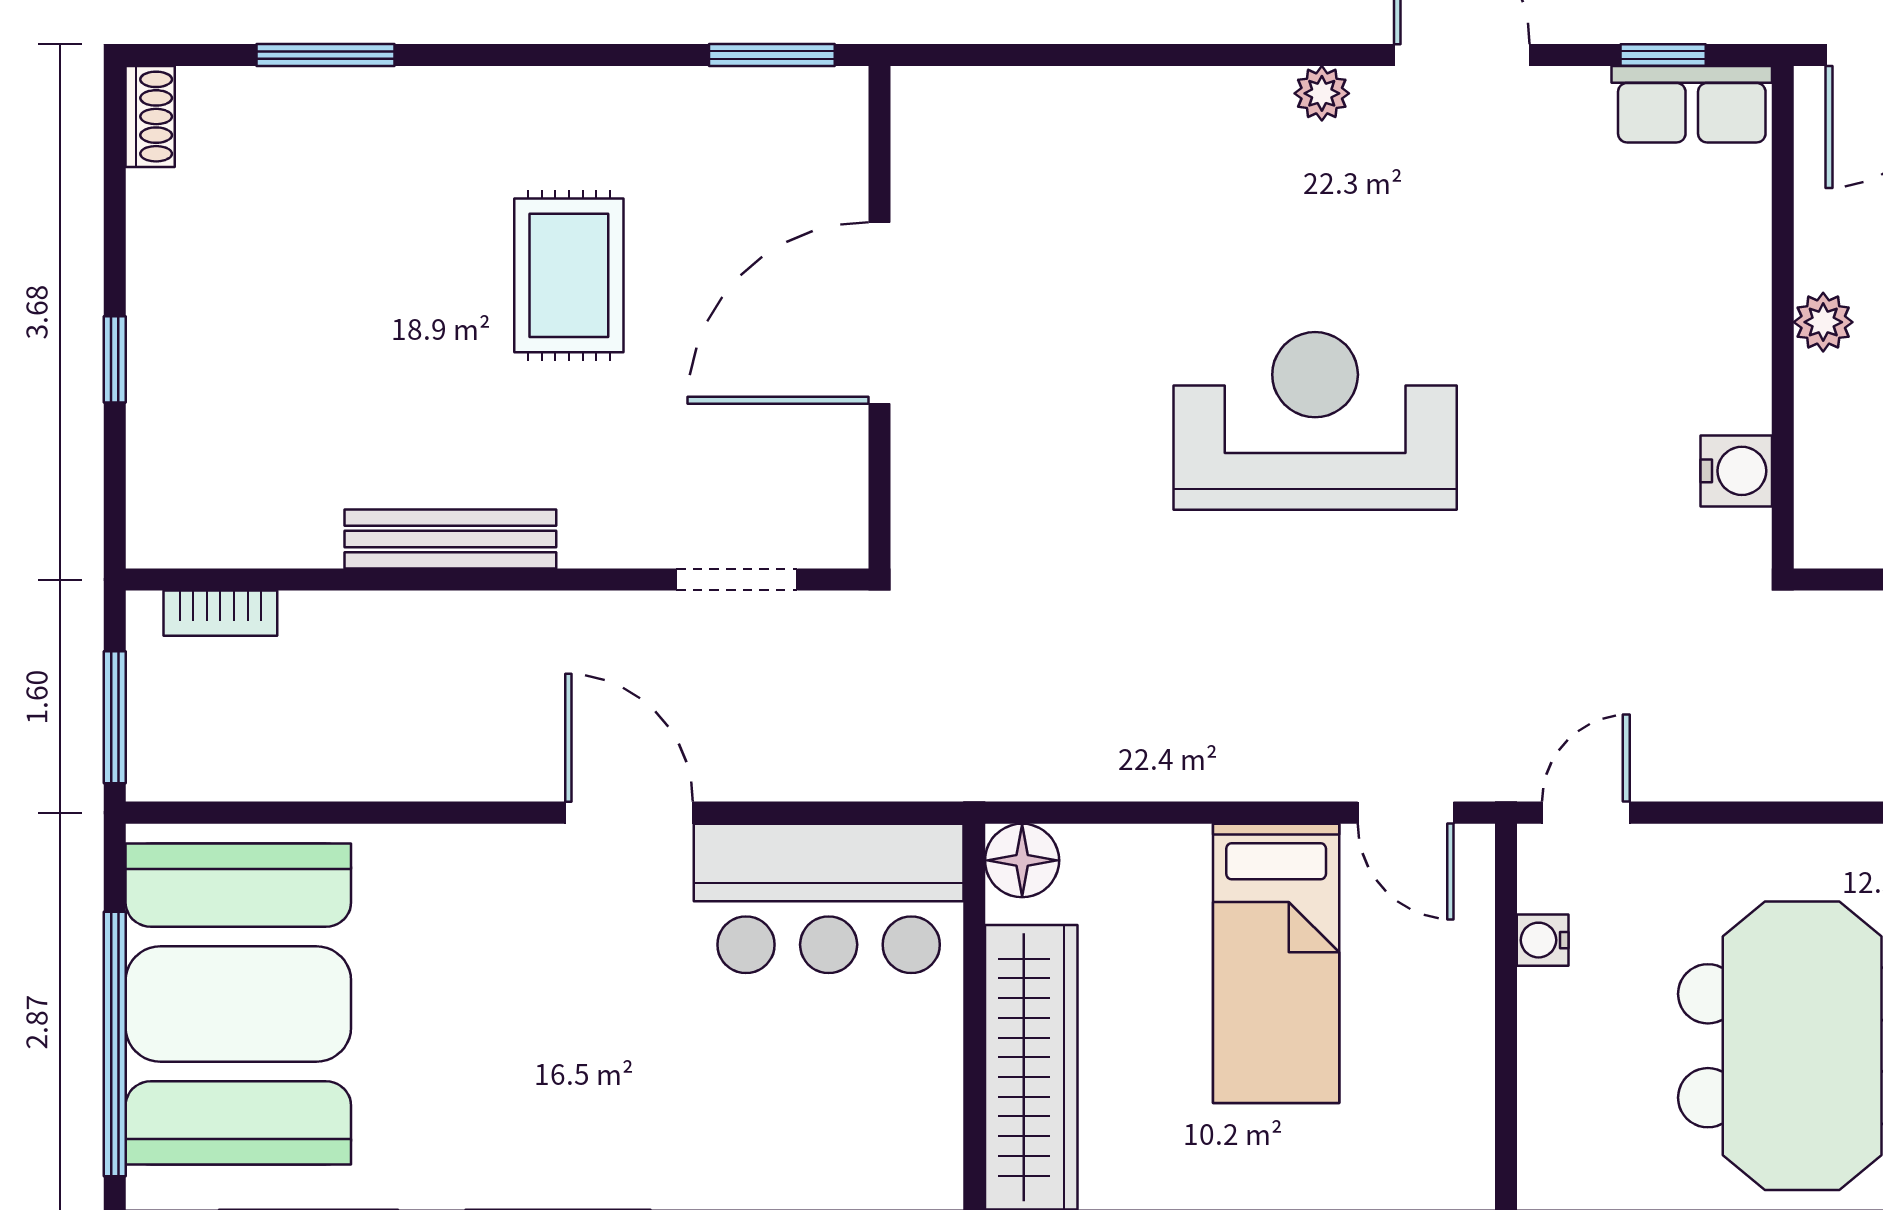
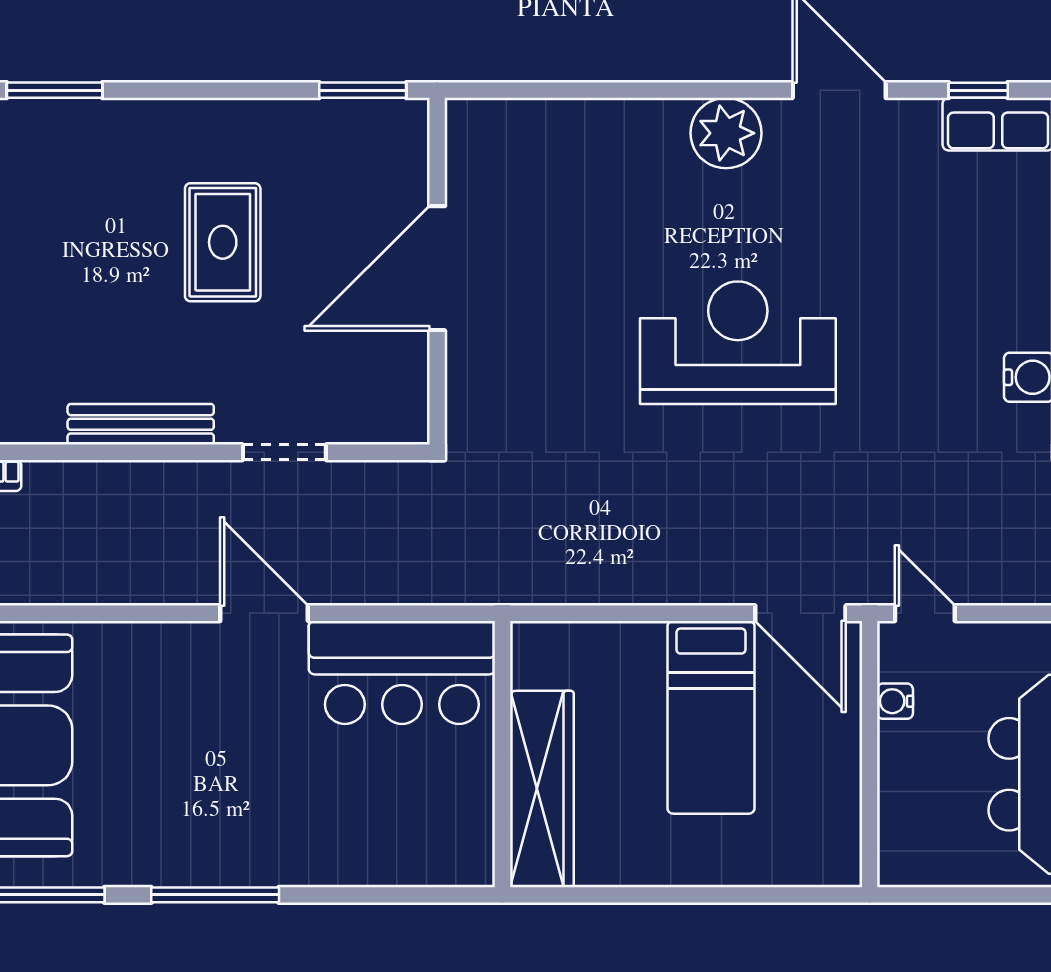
plant: (1322, 93) -> (726, 133), width x1.87, depth x1.87
doorway: (737, 580) -> (284, 452), moved
door: (1406, 813) -> (800, 613), width x1.38
door: (1586, 813) -> (925, 613), hinge flipped
floor lamp: (1022, 860) -> (536, 646), removed

